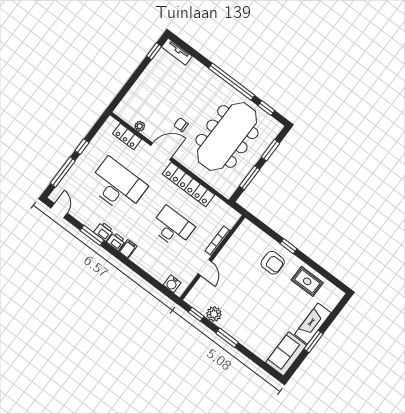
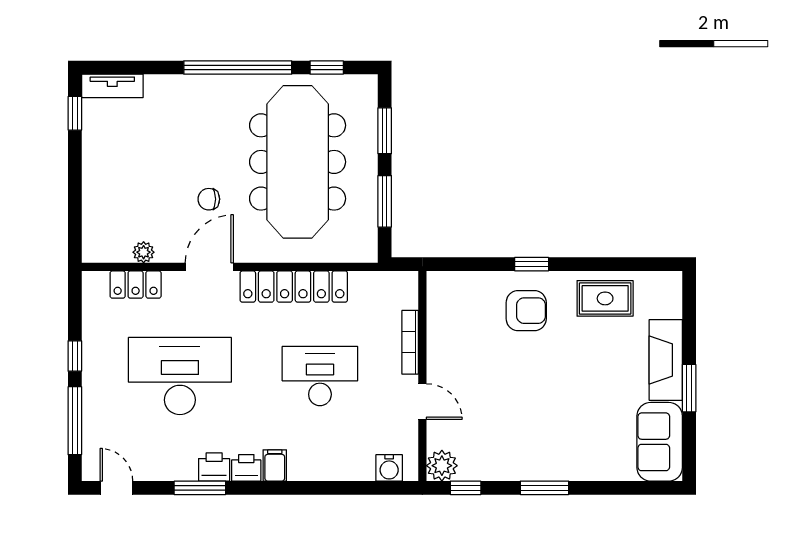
plant: (214, 314) -> (442, 466), moved

